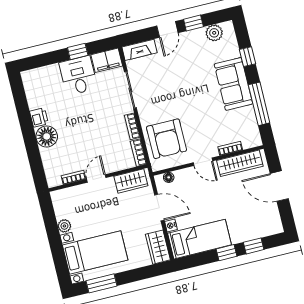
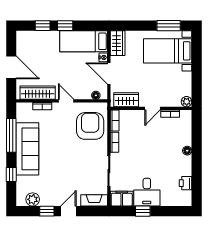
sofa: (233, 84) -> (27, 149), width x1.36
printer: (39, 117) -> (186, 183), moved
floor lamp: (47, 136) -> (187, 151), width x0.53, depth x0.53
plant: (64, 226) -> (187, 102), moved

